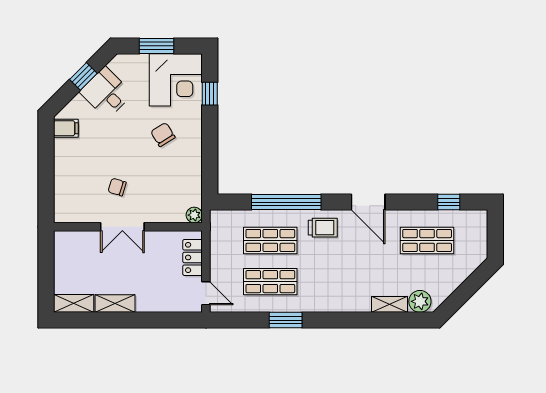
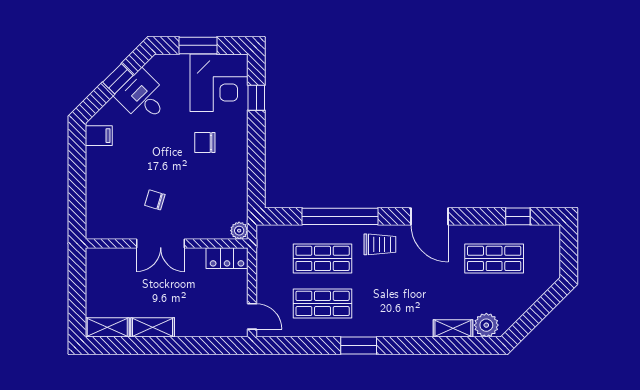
chair: (163, 135) -> (205, 142), turned -58
locker: (192, 257) -> (227, 258), moved, turned -90
window: (286, 320) -> (359, 346), moved

